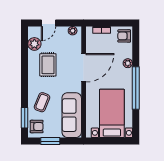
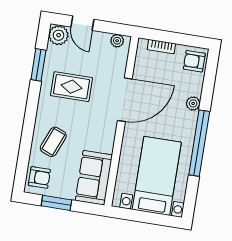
door: (48, 23) -> (82, 23), hinge flipped
plant: (34, 44) -> (59, 35), moved
rug: (48, 65) -> (72, 87), turned 90
sofa: (72, 115) -> (94, 178), width x0.73
window: (25, 118) -> (38, 65), moved

